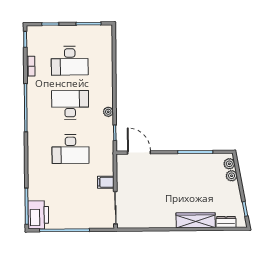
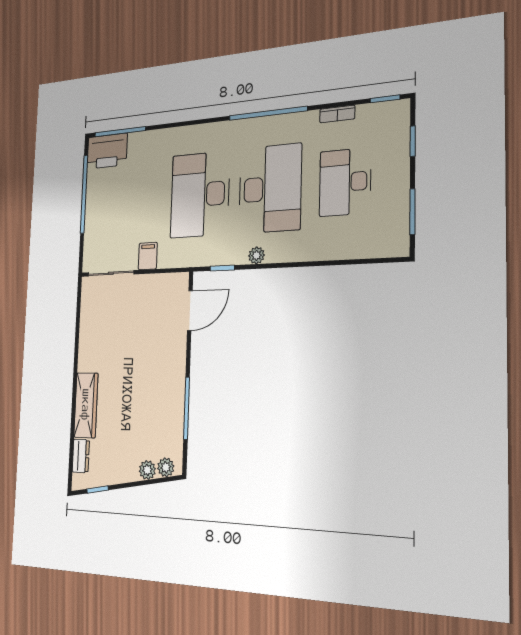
desk: (70, 105) -> (270, 189), width x1.36, depth x1.30
desk: (70, 149) -> (200, 195), width x1.36, depth x1.30

